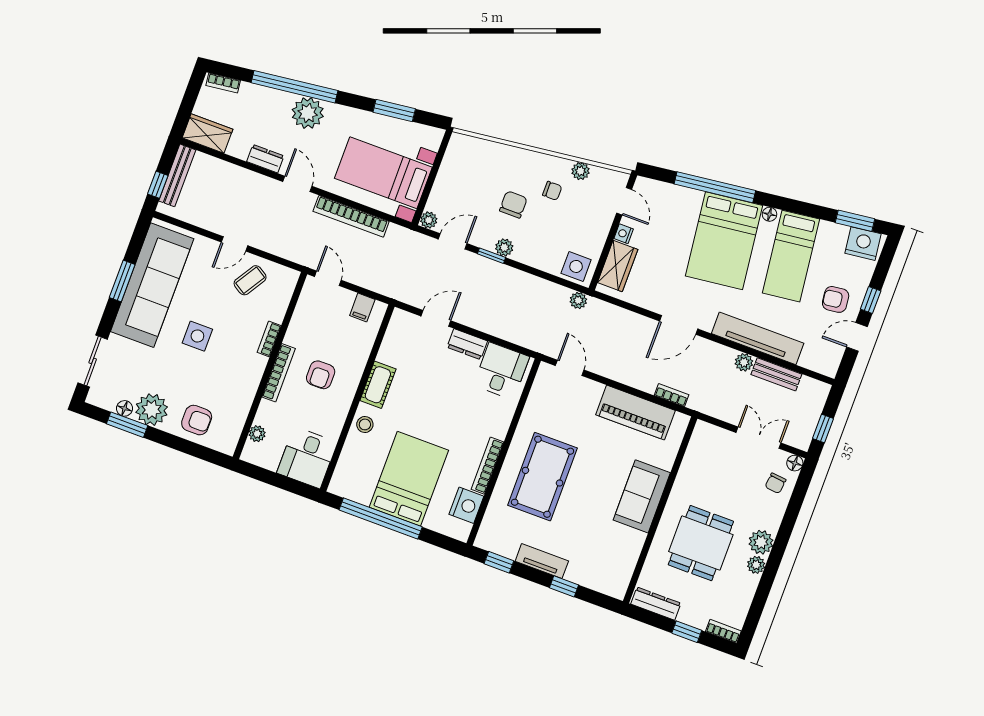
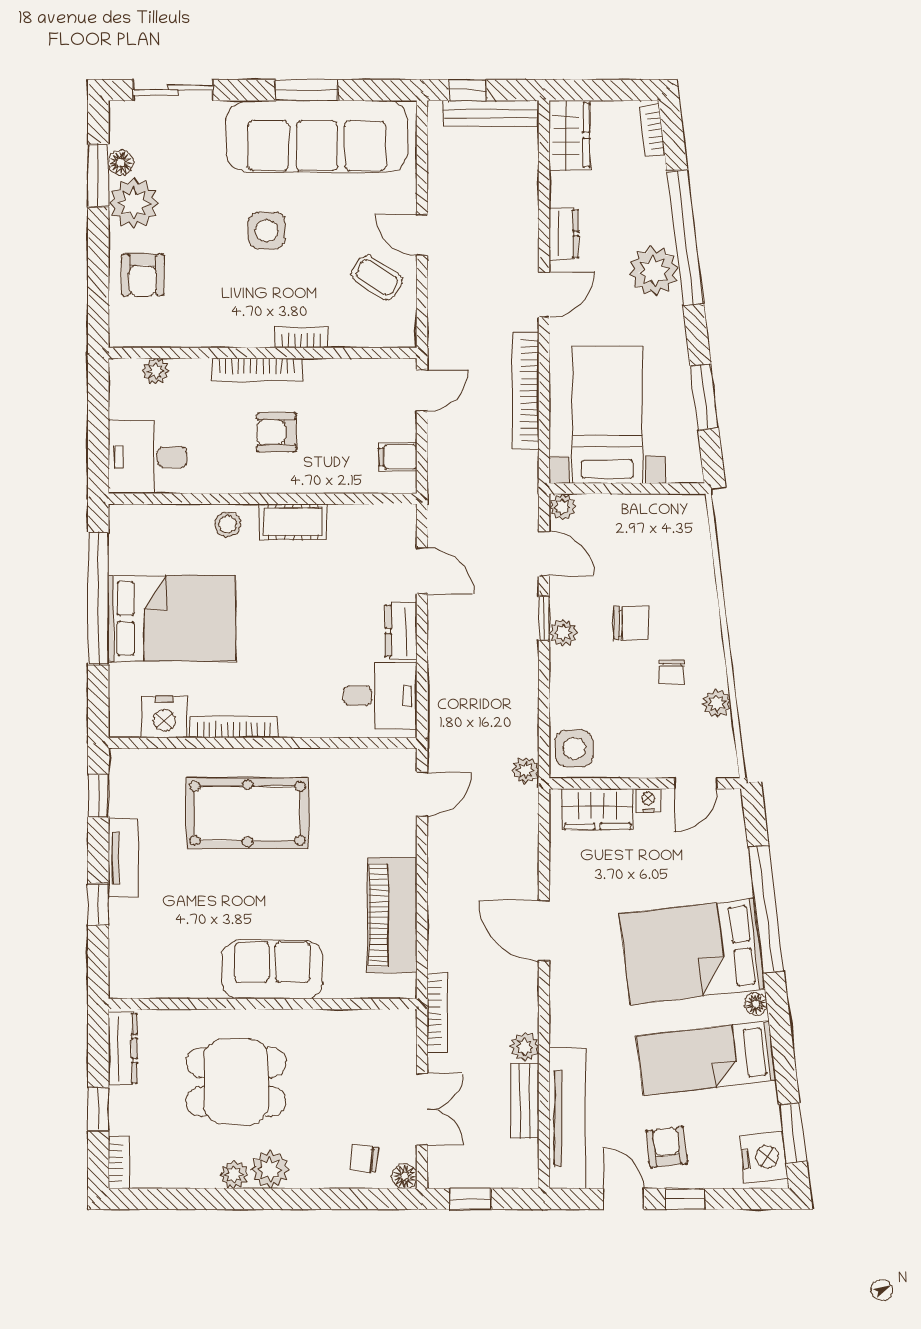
tv unit: (758, 338) -> (567, 1118), moved
bookcase: (672, 395) -> (437, 1013), moved, width x1.56

